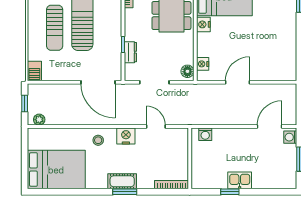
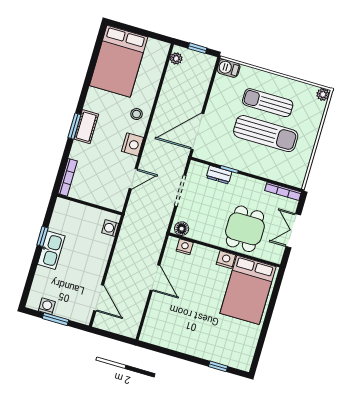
washing machine: (290, 137) -> (47, 306), moved
kitchen sink: (240, 180) -> (51, 250), width x1.38

